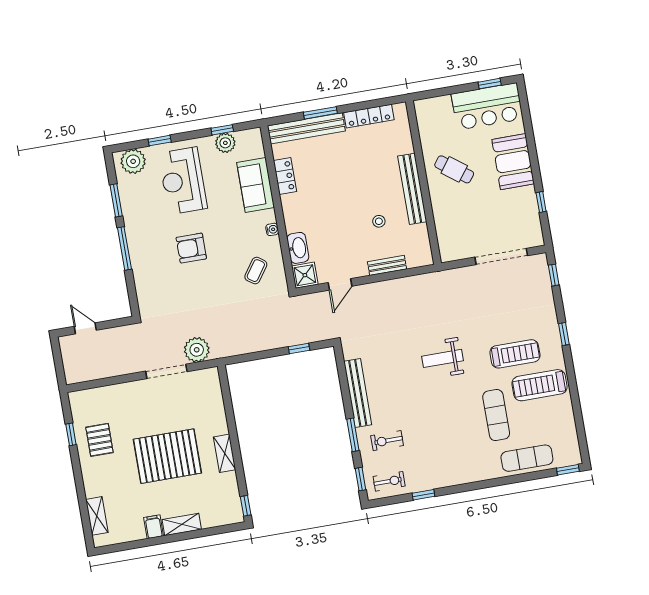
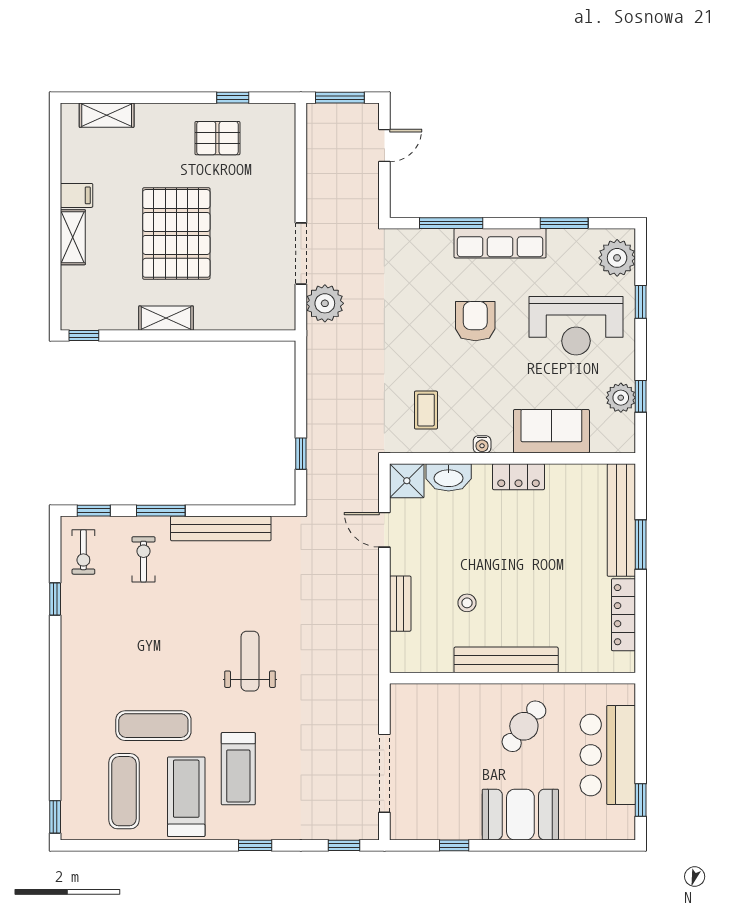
bar counter: (487, 106) -> (608, 755), moved
locker: (285, 176) -> (519, 477), moved
reception desk: (183, 181) -> (576, 326), turned 180
row of seats: (137, 241) -> (500, 243), added
window: (124, 248) -> (451, 223), moved
coffee table: (256, 271) -> (426, 410), turned 55
window: (59, 363) -> (340, 98), added
exercise mat: (527, 458) -> (124, 791), moved

